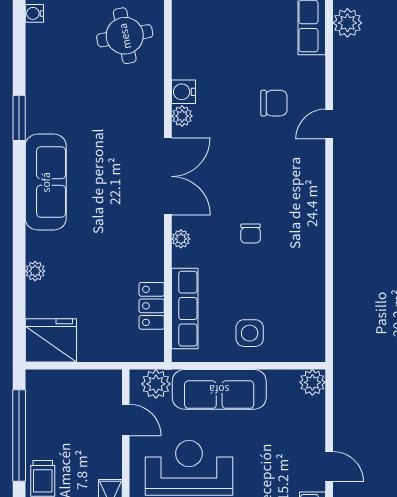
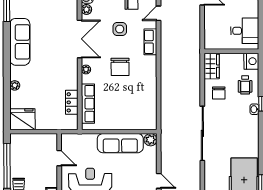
row of seats: (313, 182) -> (150, 42), added
chair: (251, 234) -> (120, 67), width x1.87, depth x1.87
side table: (250, 333) -> (120, 29), moved
plant: (156, 384) -> (74, 141), removed
sofa: (219, 389) -> (120, 143), moved

